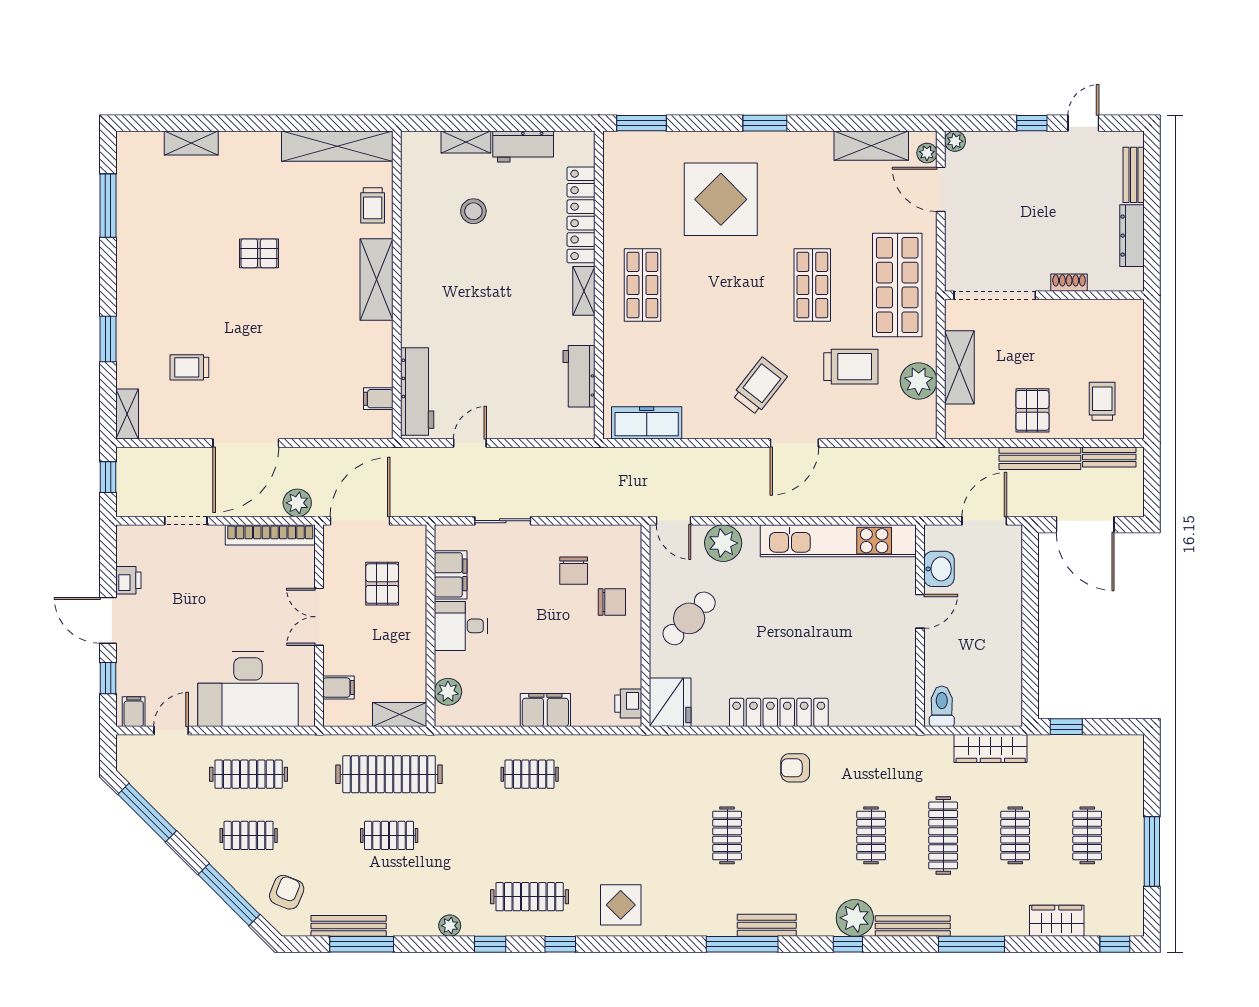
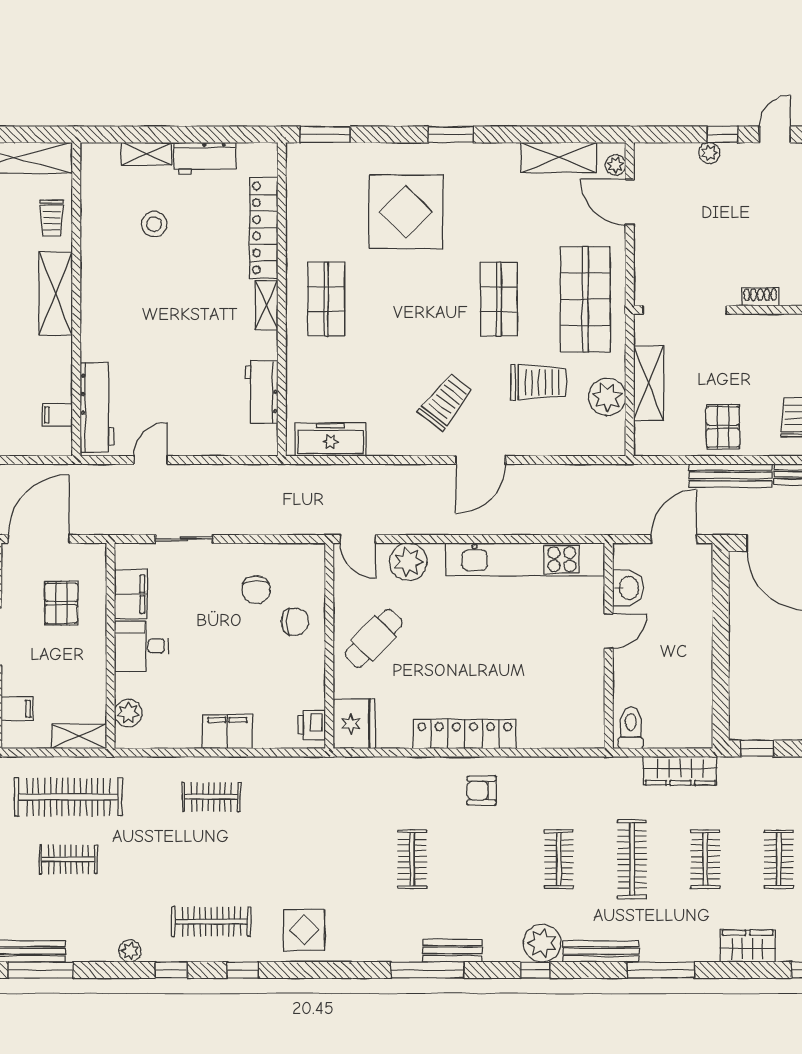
plant: (955, 141) -> (709, 153), moved

